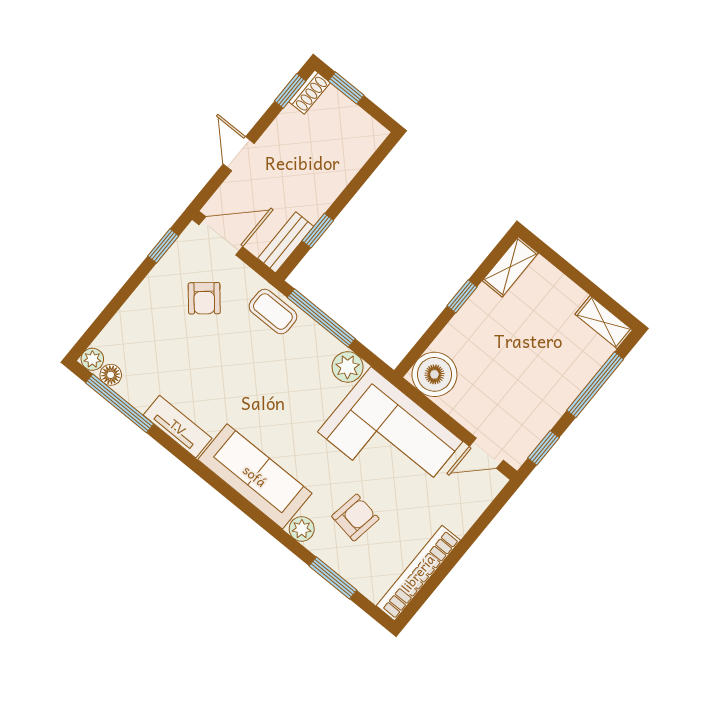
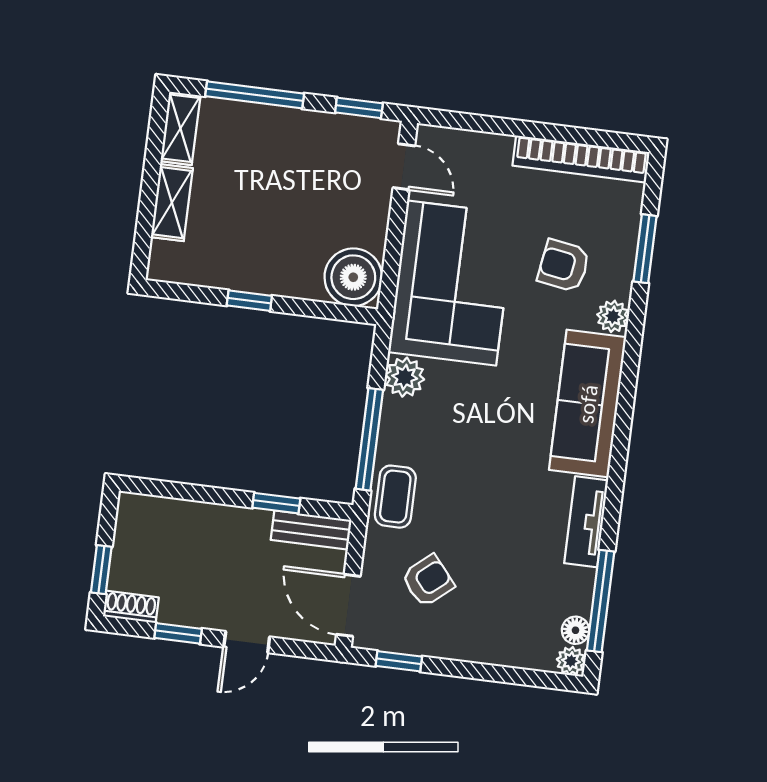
window: (290, 91) -> (178, 633), moved
shelving: (510, 267) -> (172, 203), moved, turned 90

